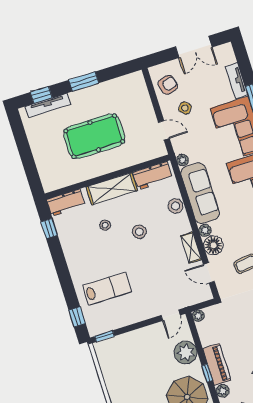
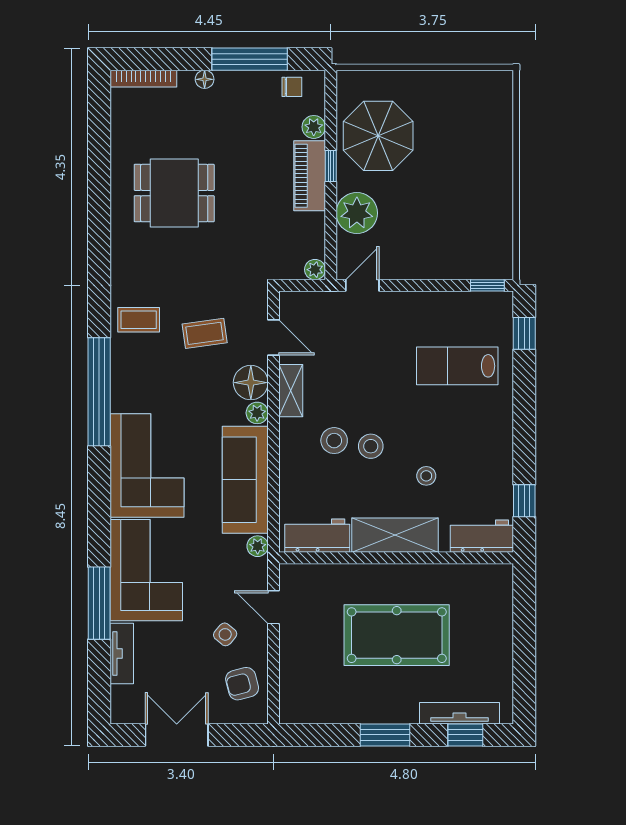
stool: (176, 206) -> (334, 441), moved

